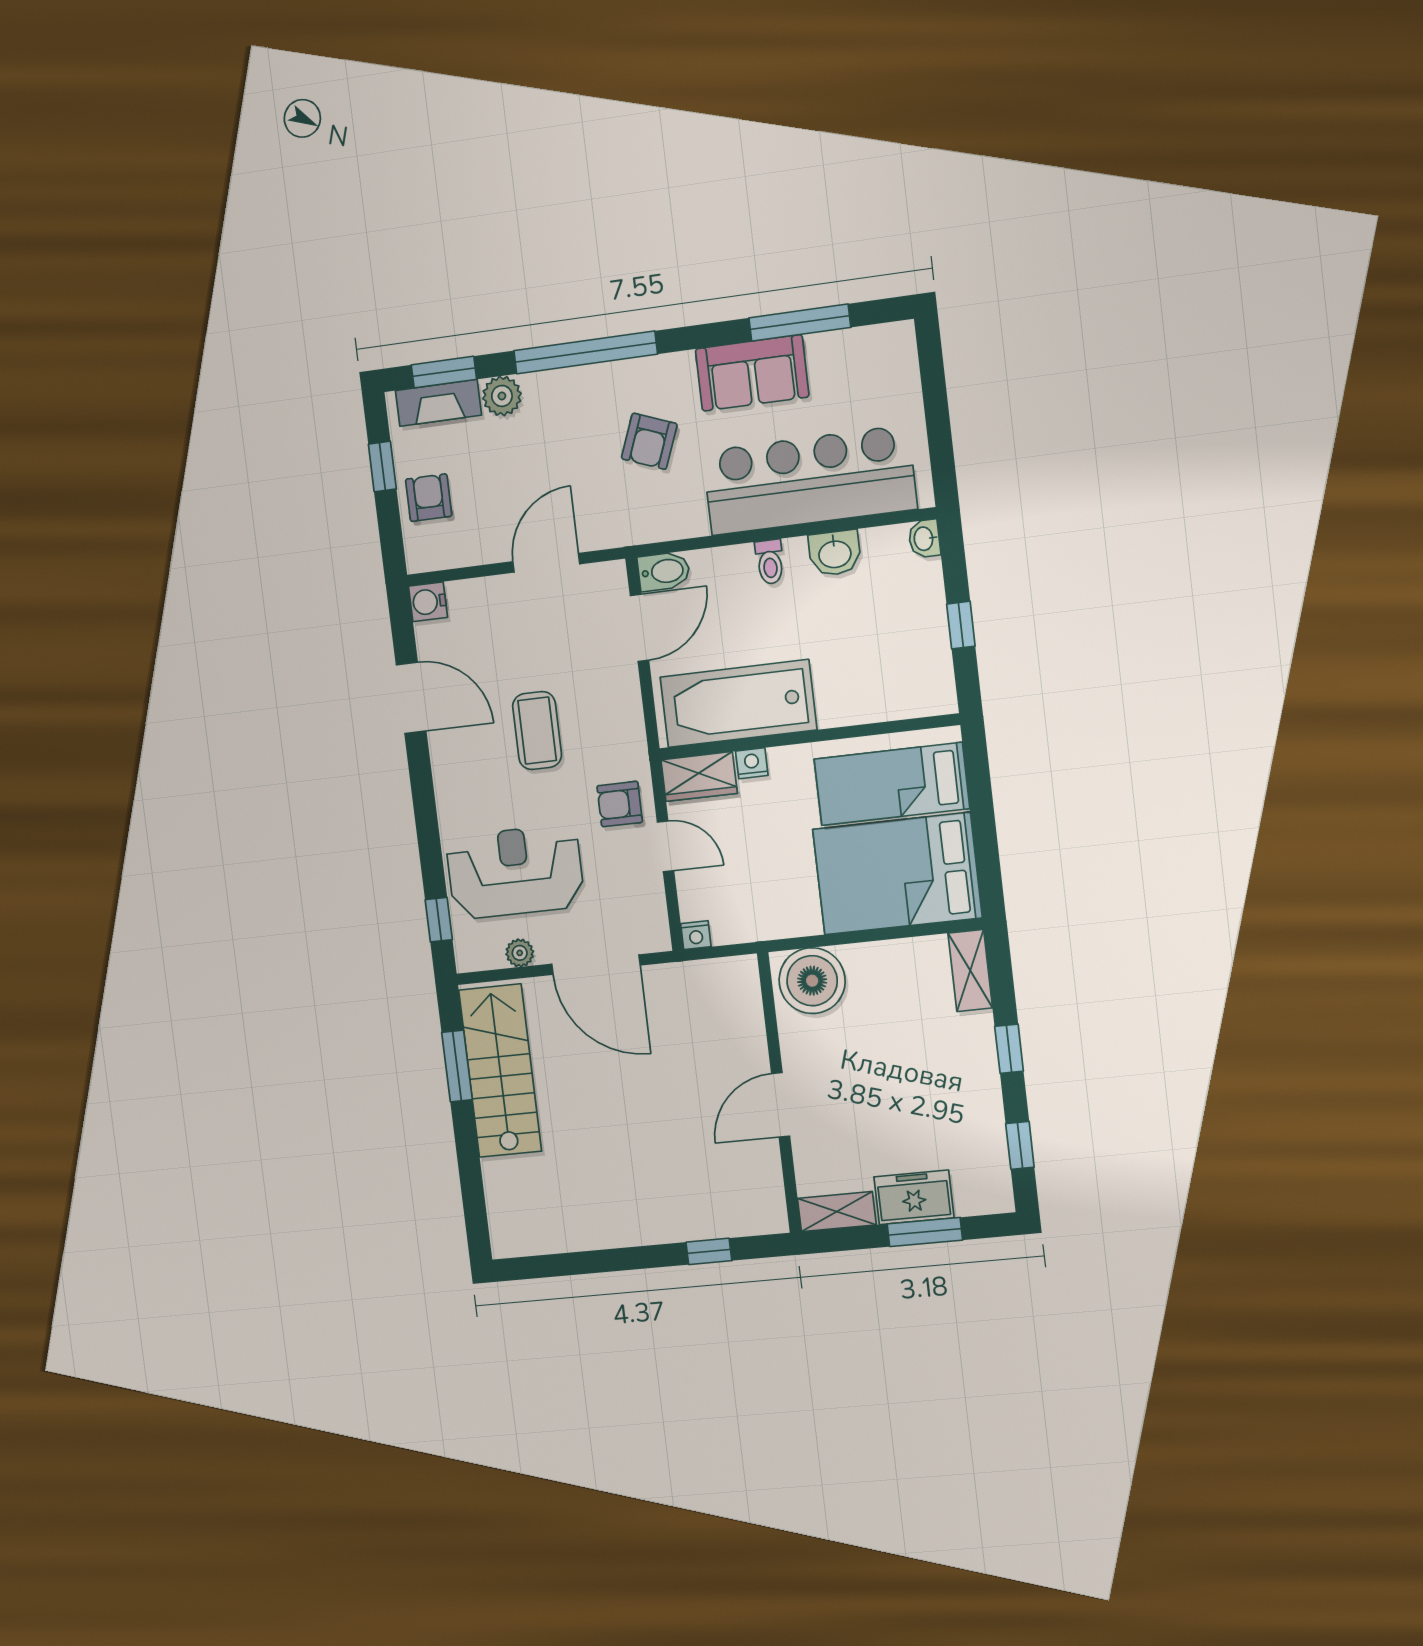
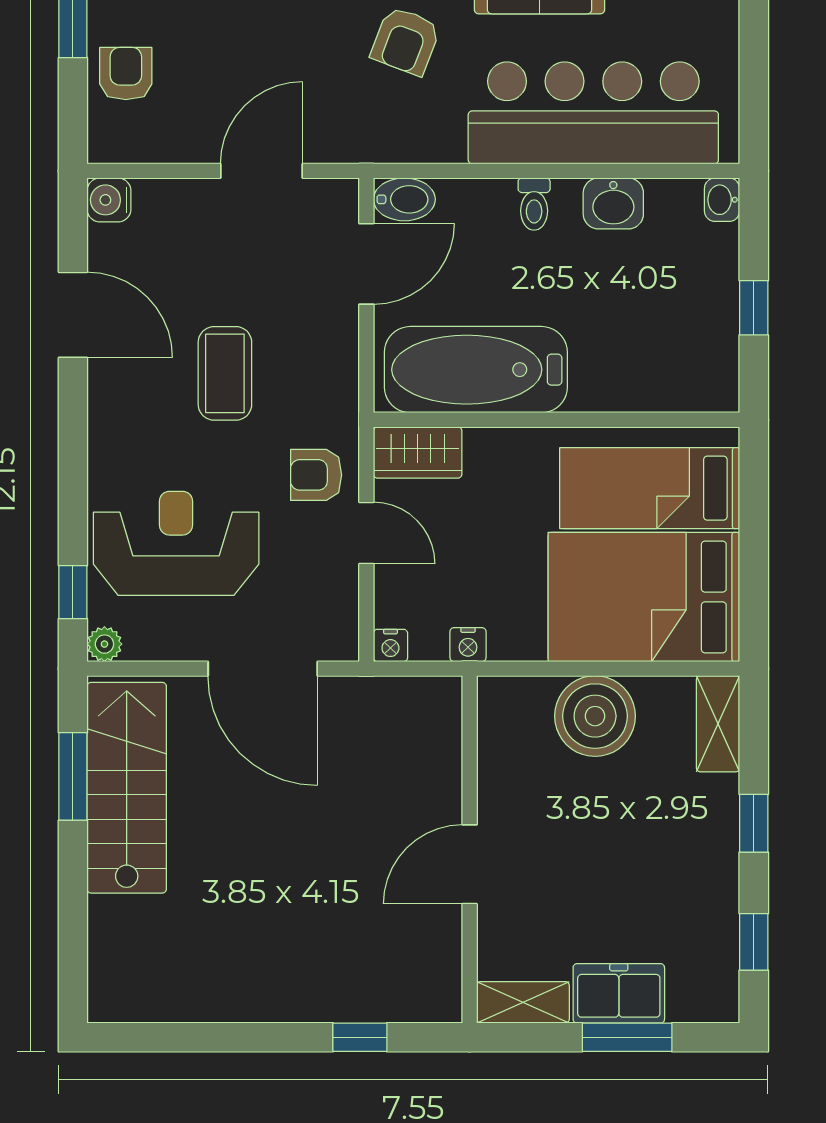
nightstand: (752, 763) -> (468, 645), moved, turned 180
plant: (520, 953) -> (104, 644), moved
boiler: (812, 981) -> (595, 716), moved

